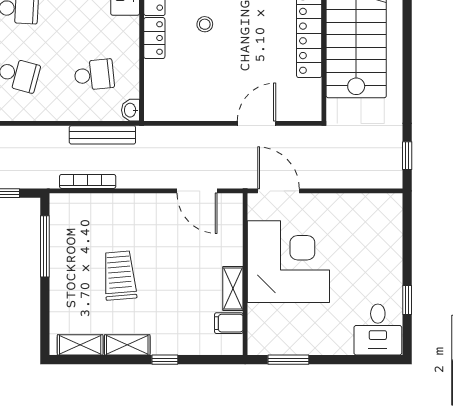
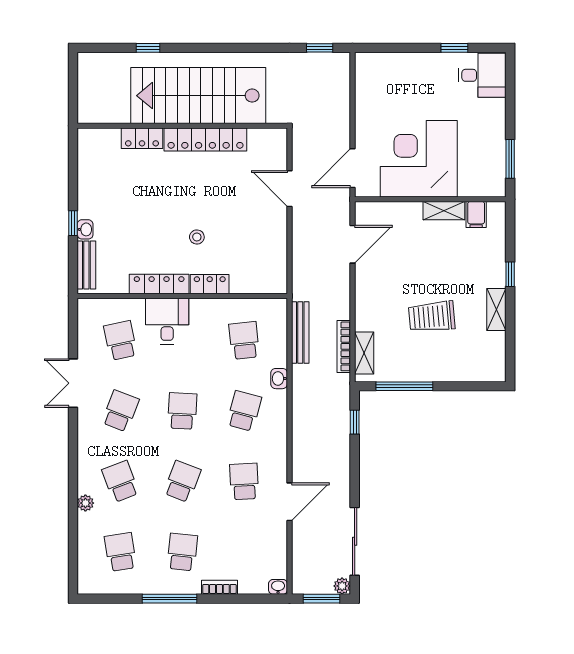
washbasin: (131, 110) -> (279, 379), moved, turned 90
shelving: (80, 345) -> (364, 353), moved

